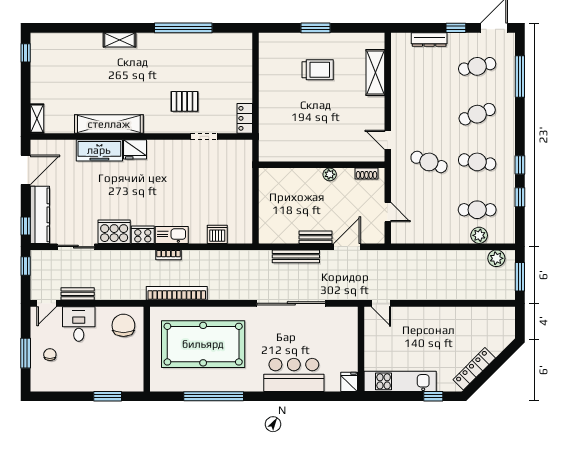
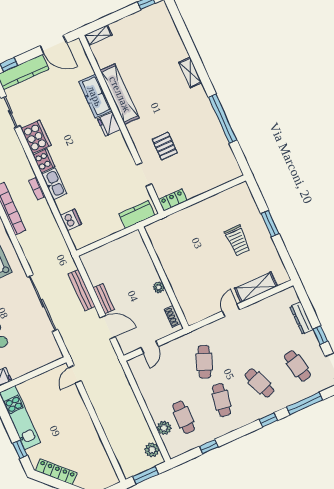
door: (388, 140) -> (231, 310), moved
kitchen counter: (243, 163) -> (137, 215), added
window: (520, 165) -> (268, 420), moved

